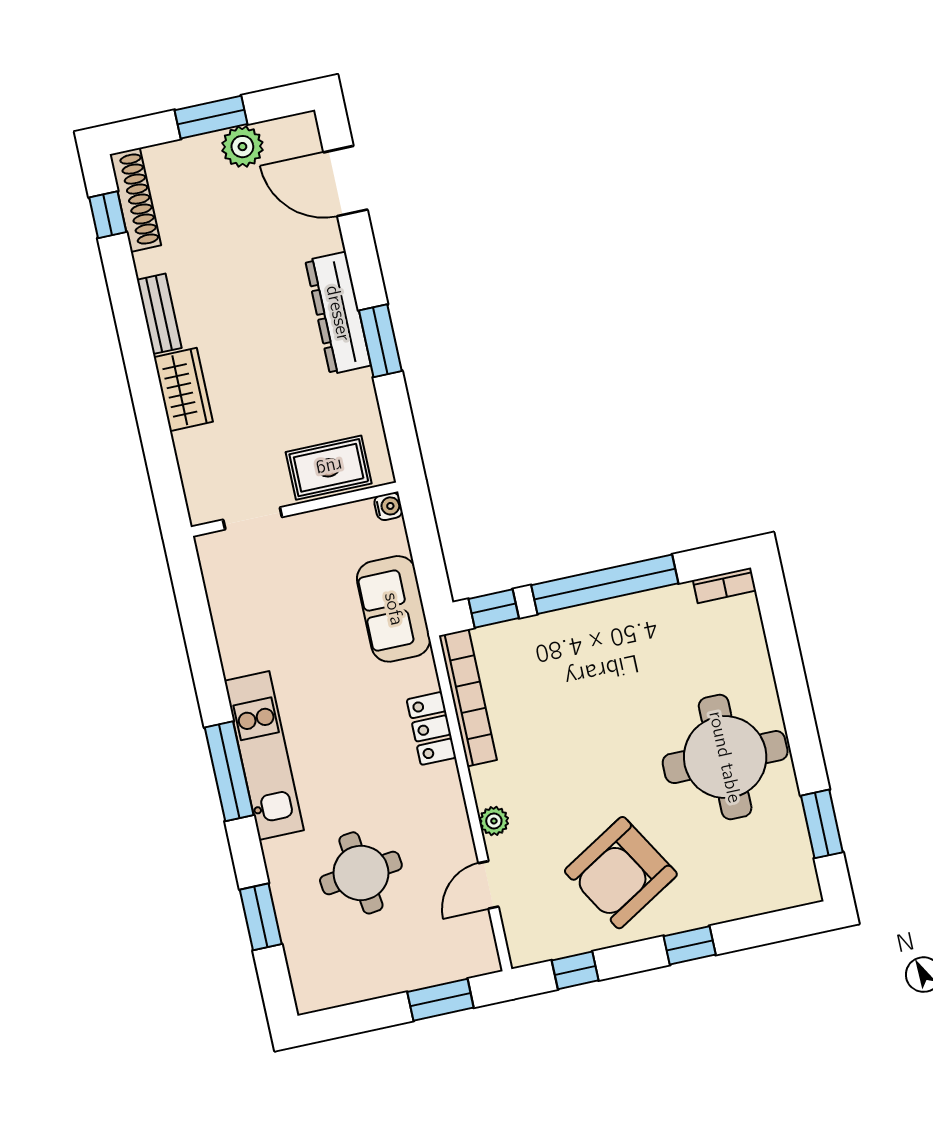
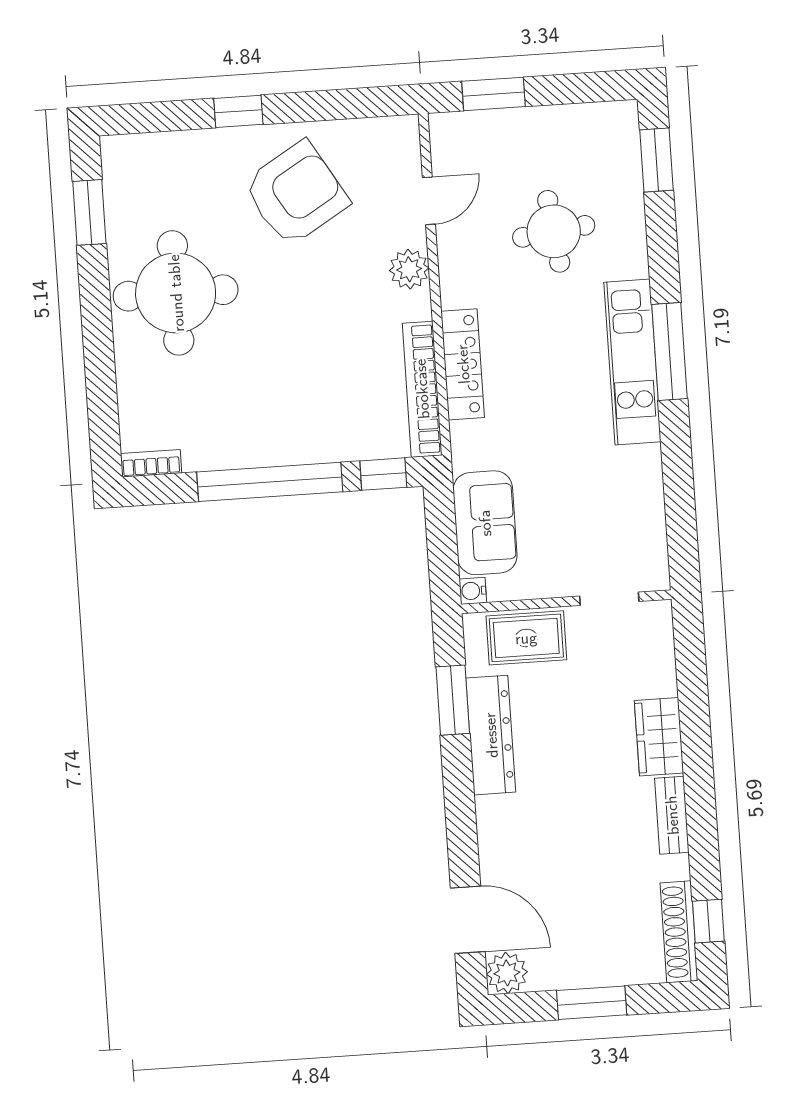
plant: (242, 147) -> (507, 973), moved
dresser: (338, 313) -> (491, 735), moved
window: (380, 341) -> (453, 700), moved
sofa: (394, 609) -> (485, 523), moved
locker: (431, 728) -> (463, 364), width x1.53
plant: (494, 821) -> (409, 269), width x1.38, depth x1.38
window: (261, 917) -> (656, 160), moved
window: (575, 970) -> (356, 103), removed

